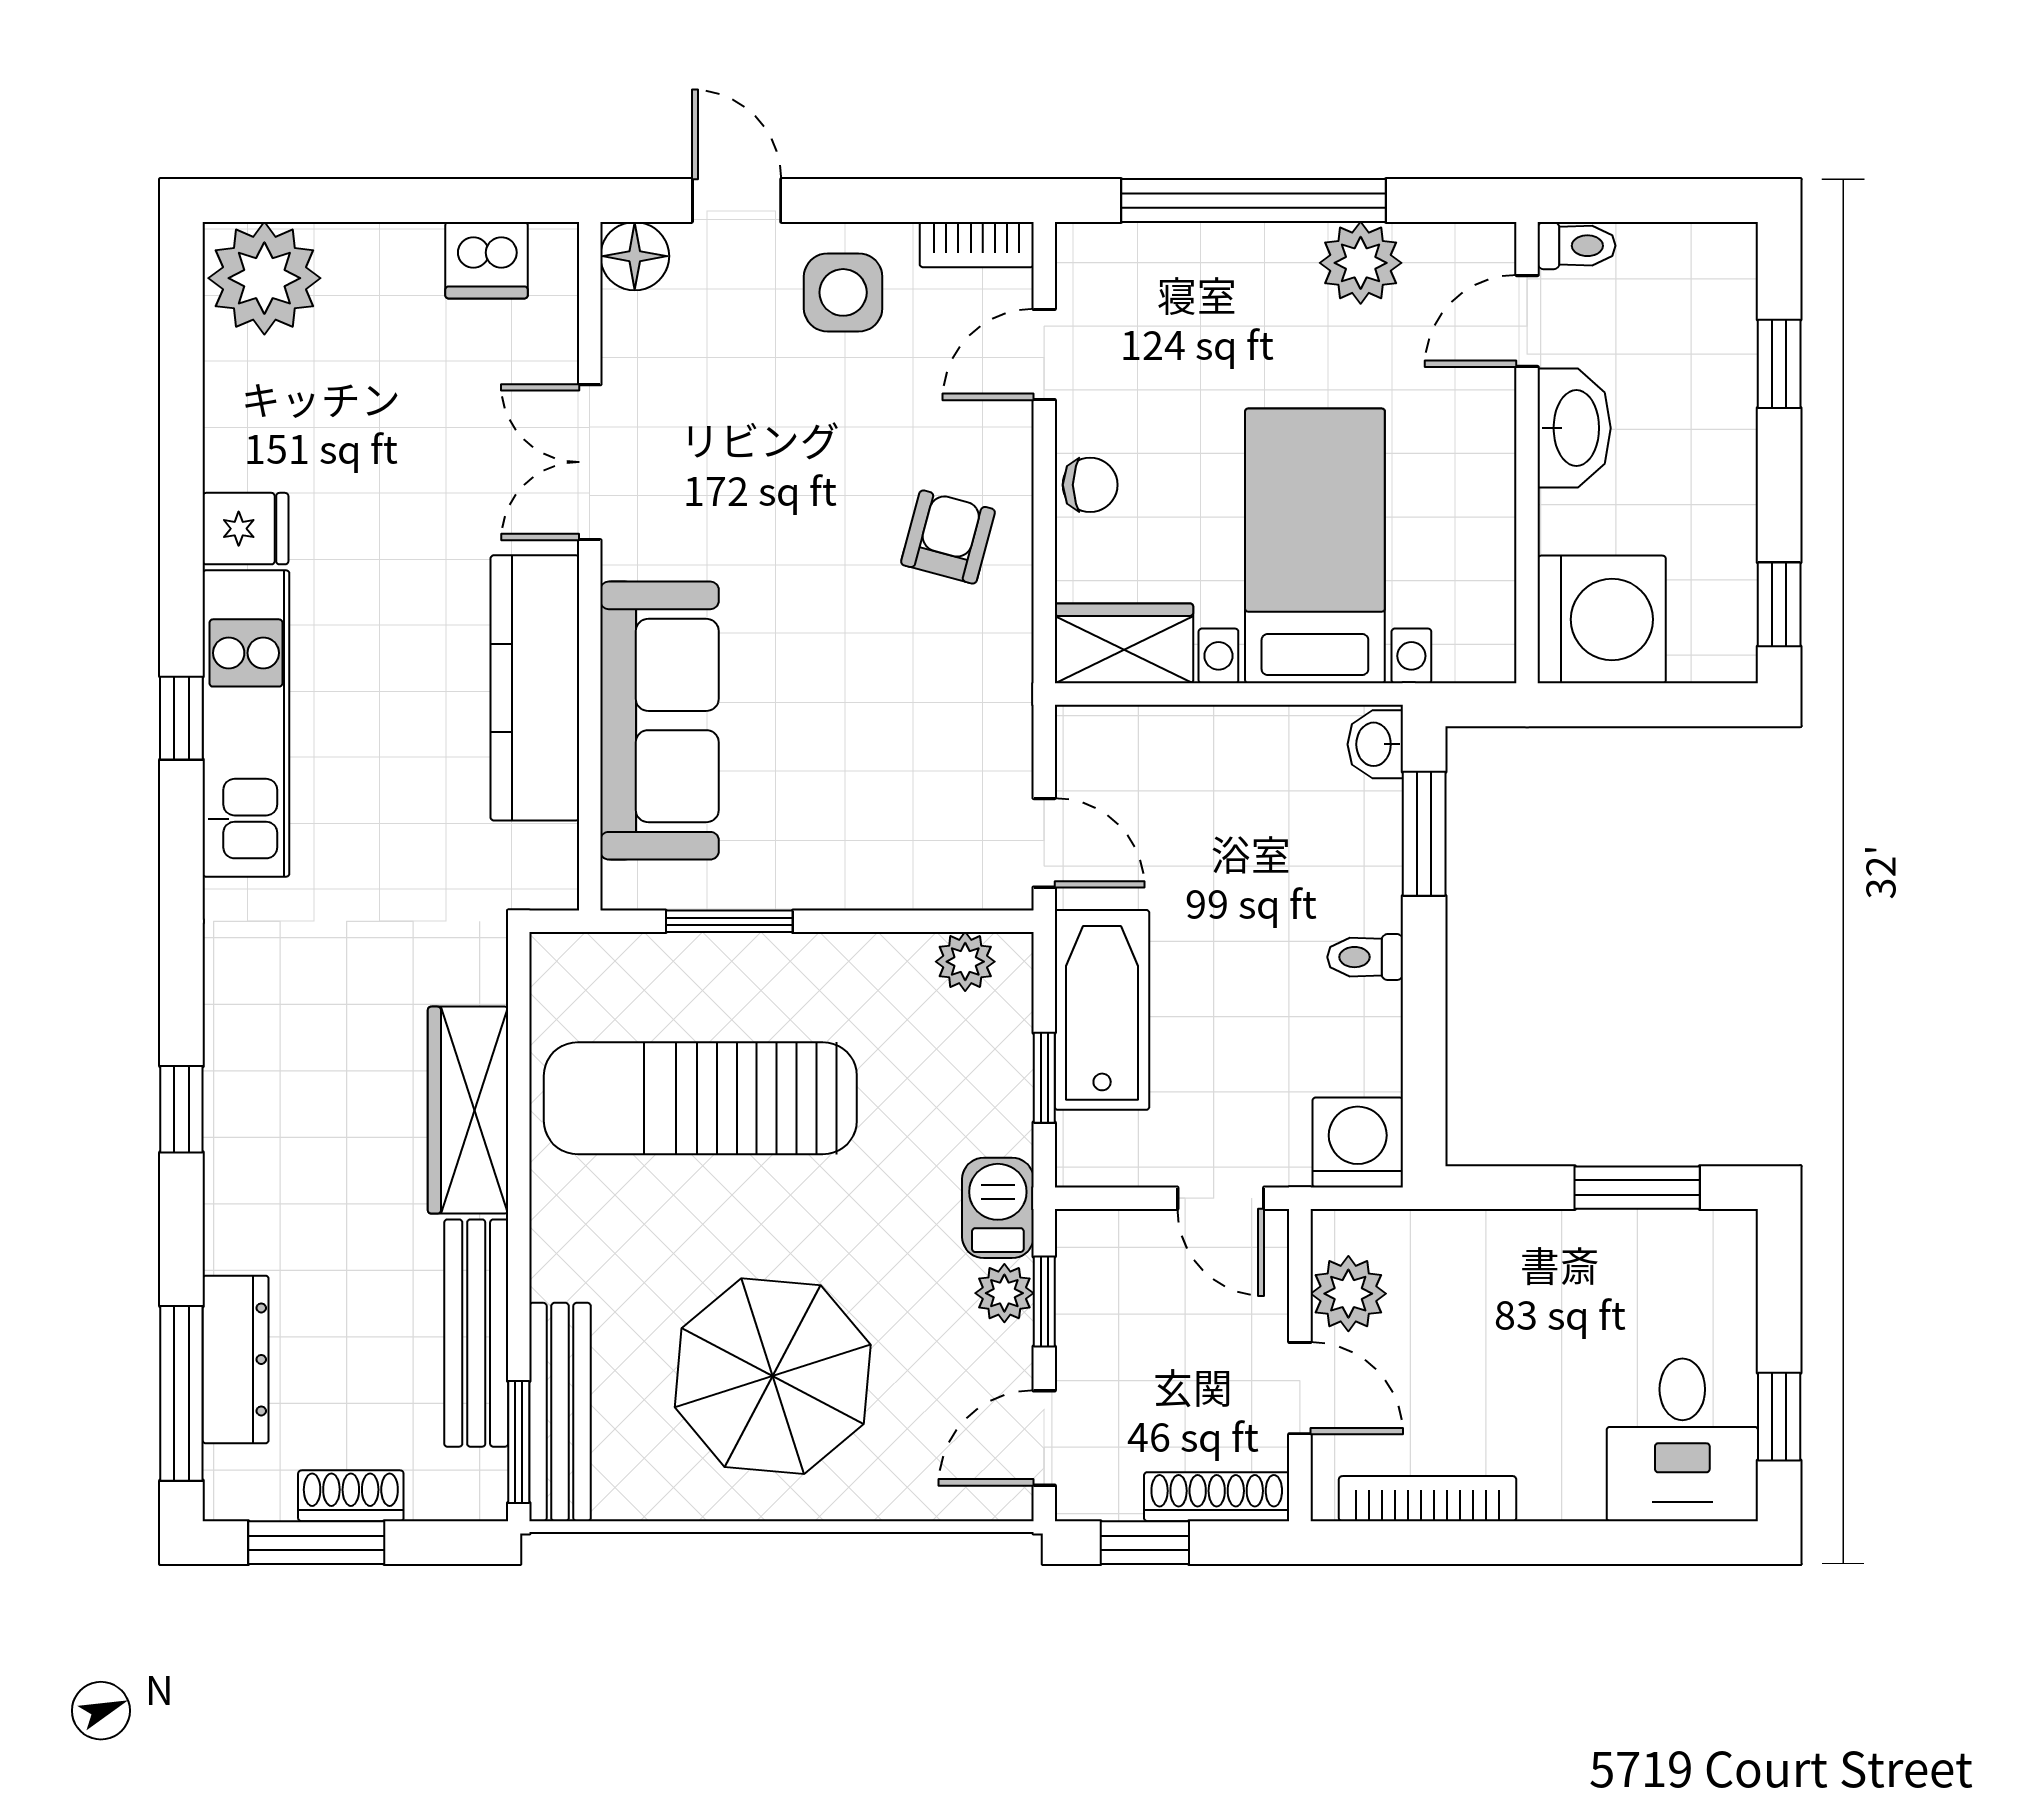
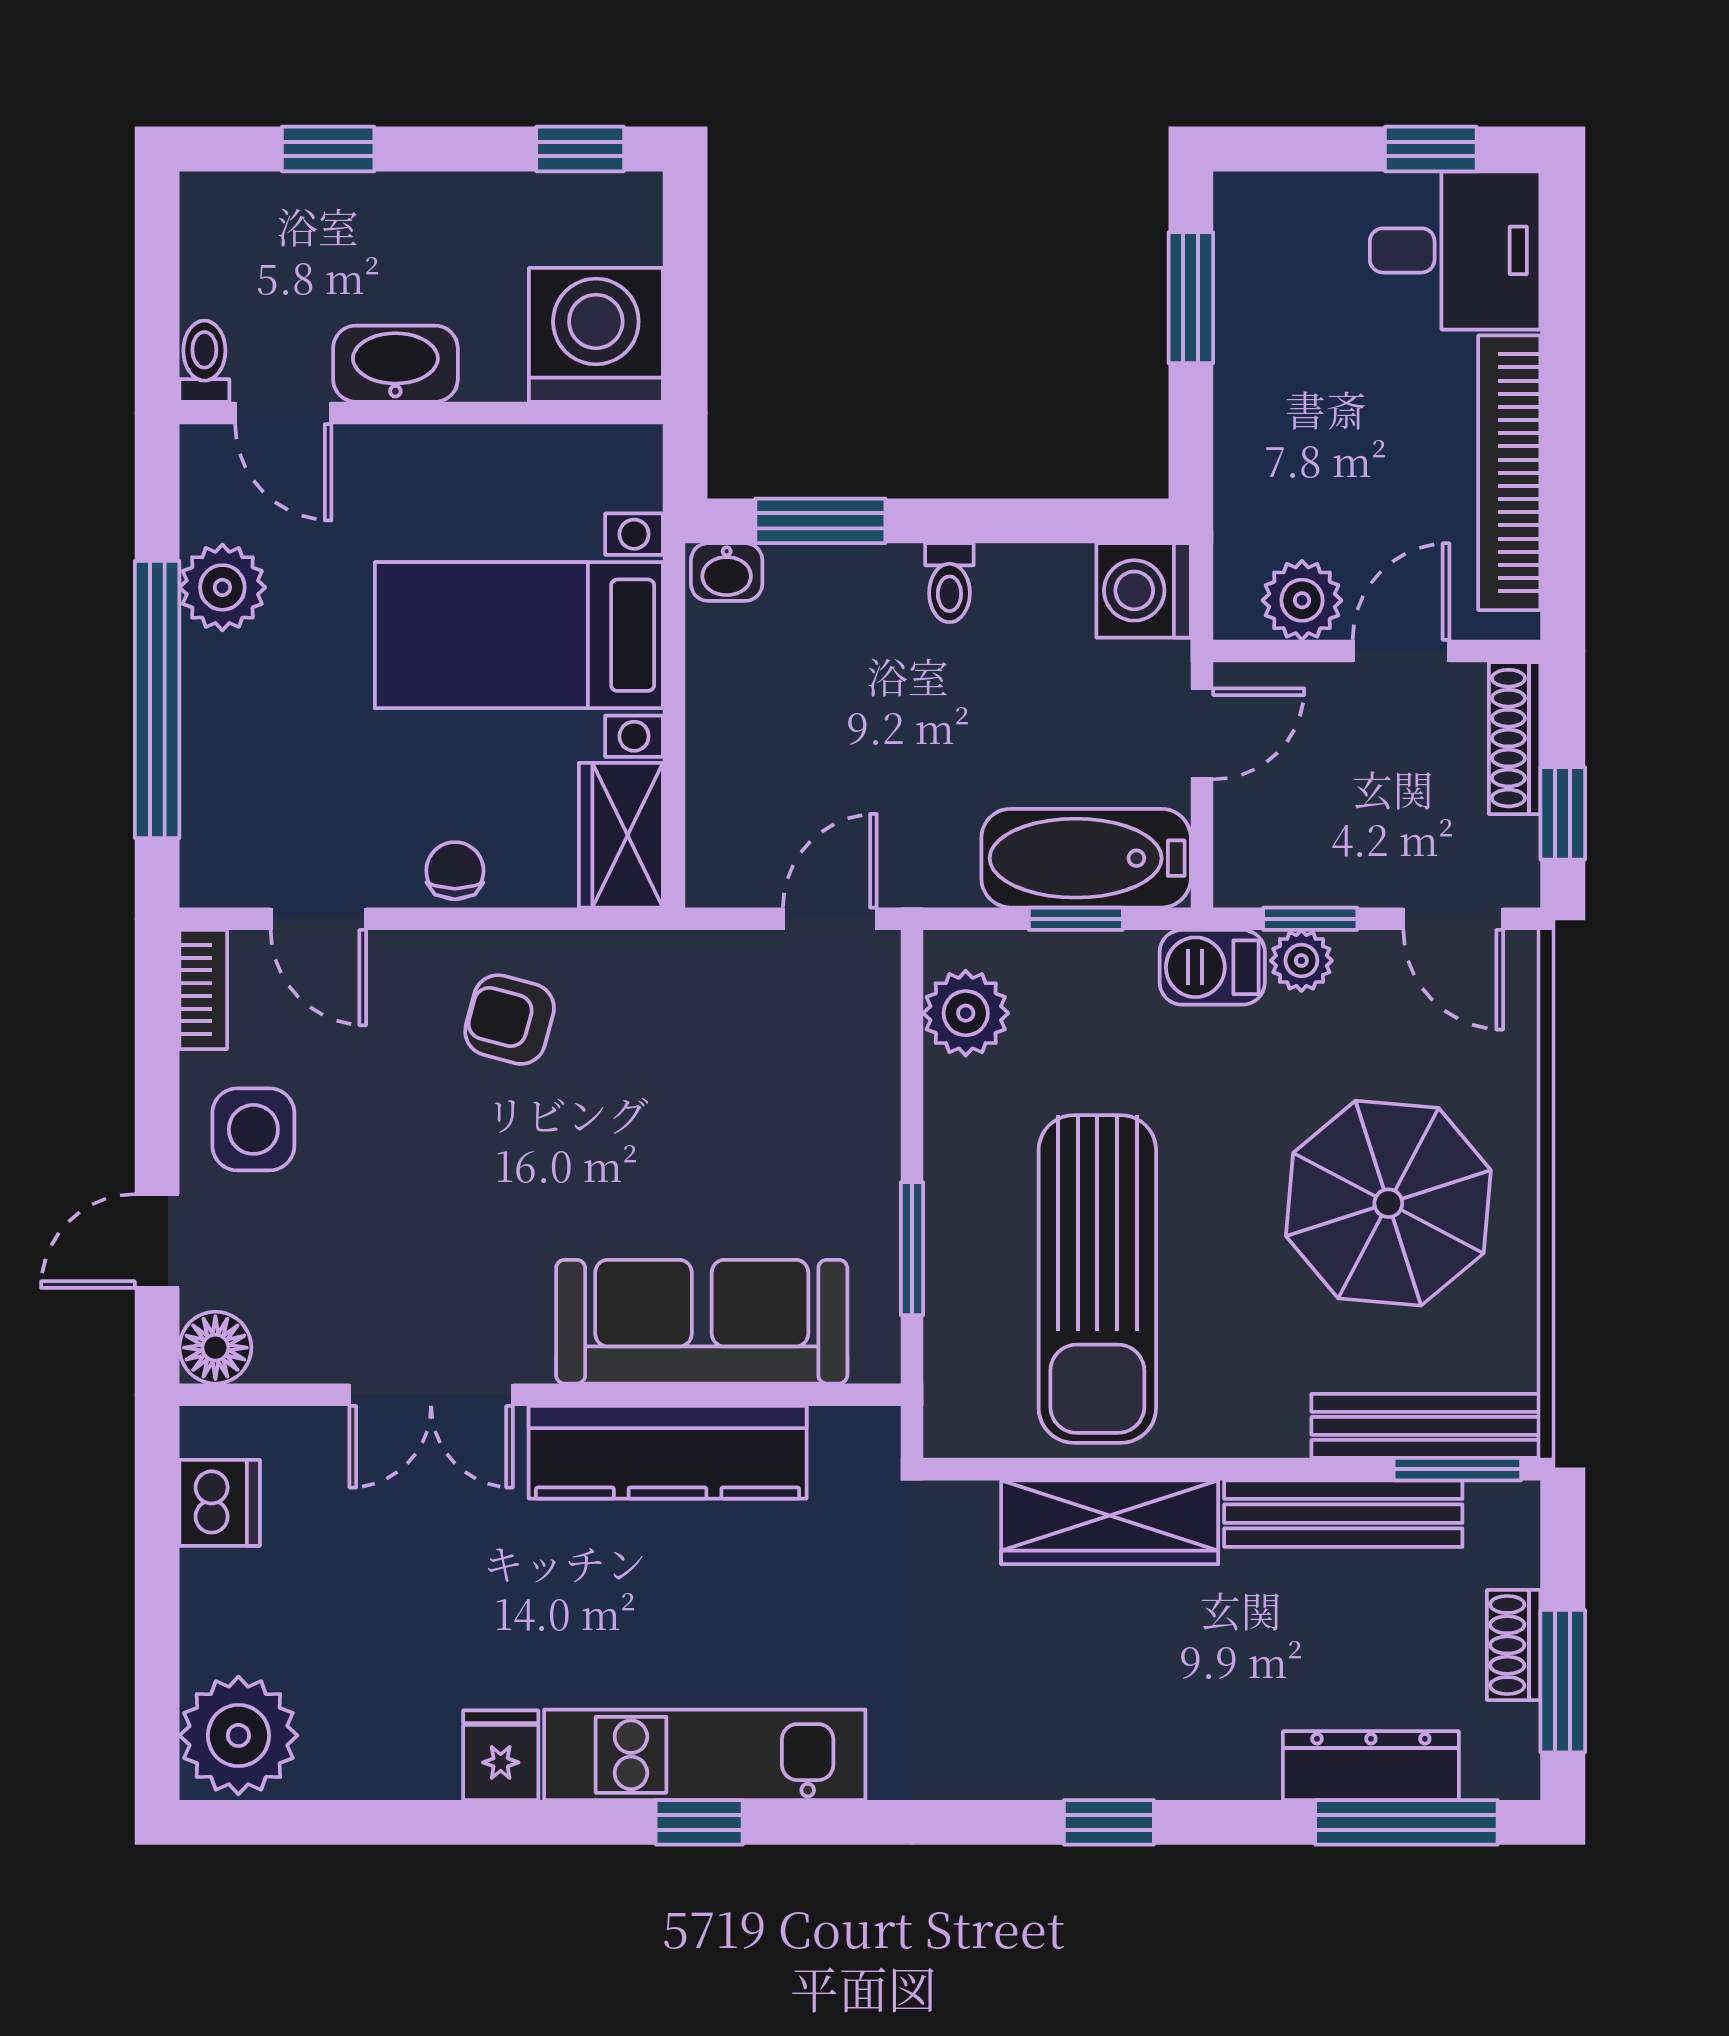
plant: (965, 962) -> (966, 1013), width x1.38, depth x1.38
bathtub: (1102, 1010) -> (1086, 858), moved
bookcase: (1428, 1499) -> (1509, 473), width x1.48, depth x1.31

